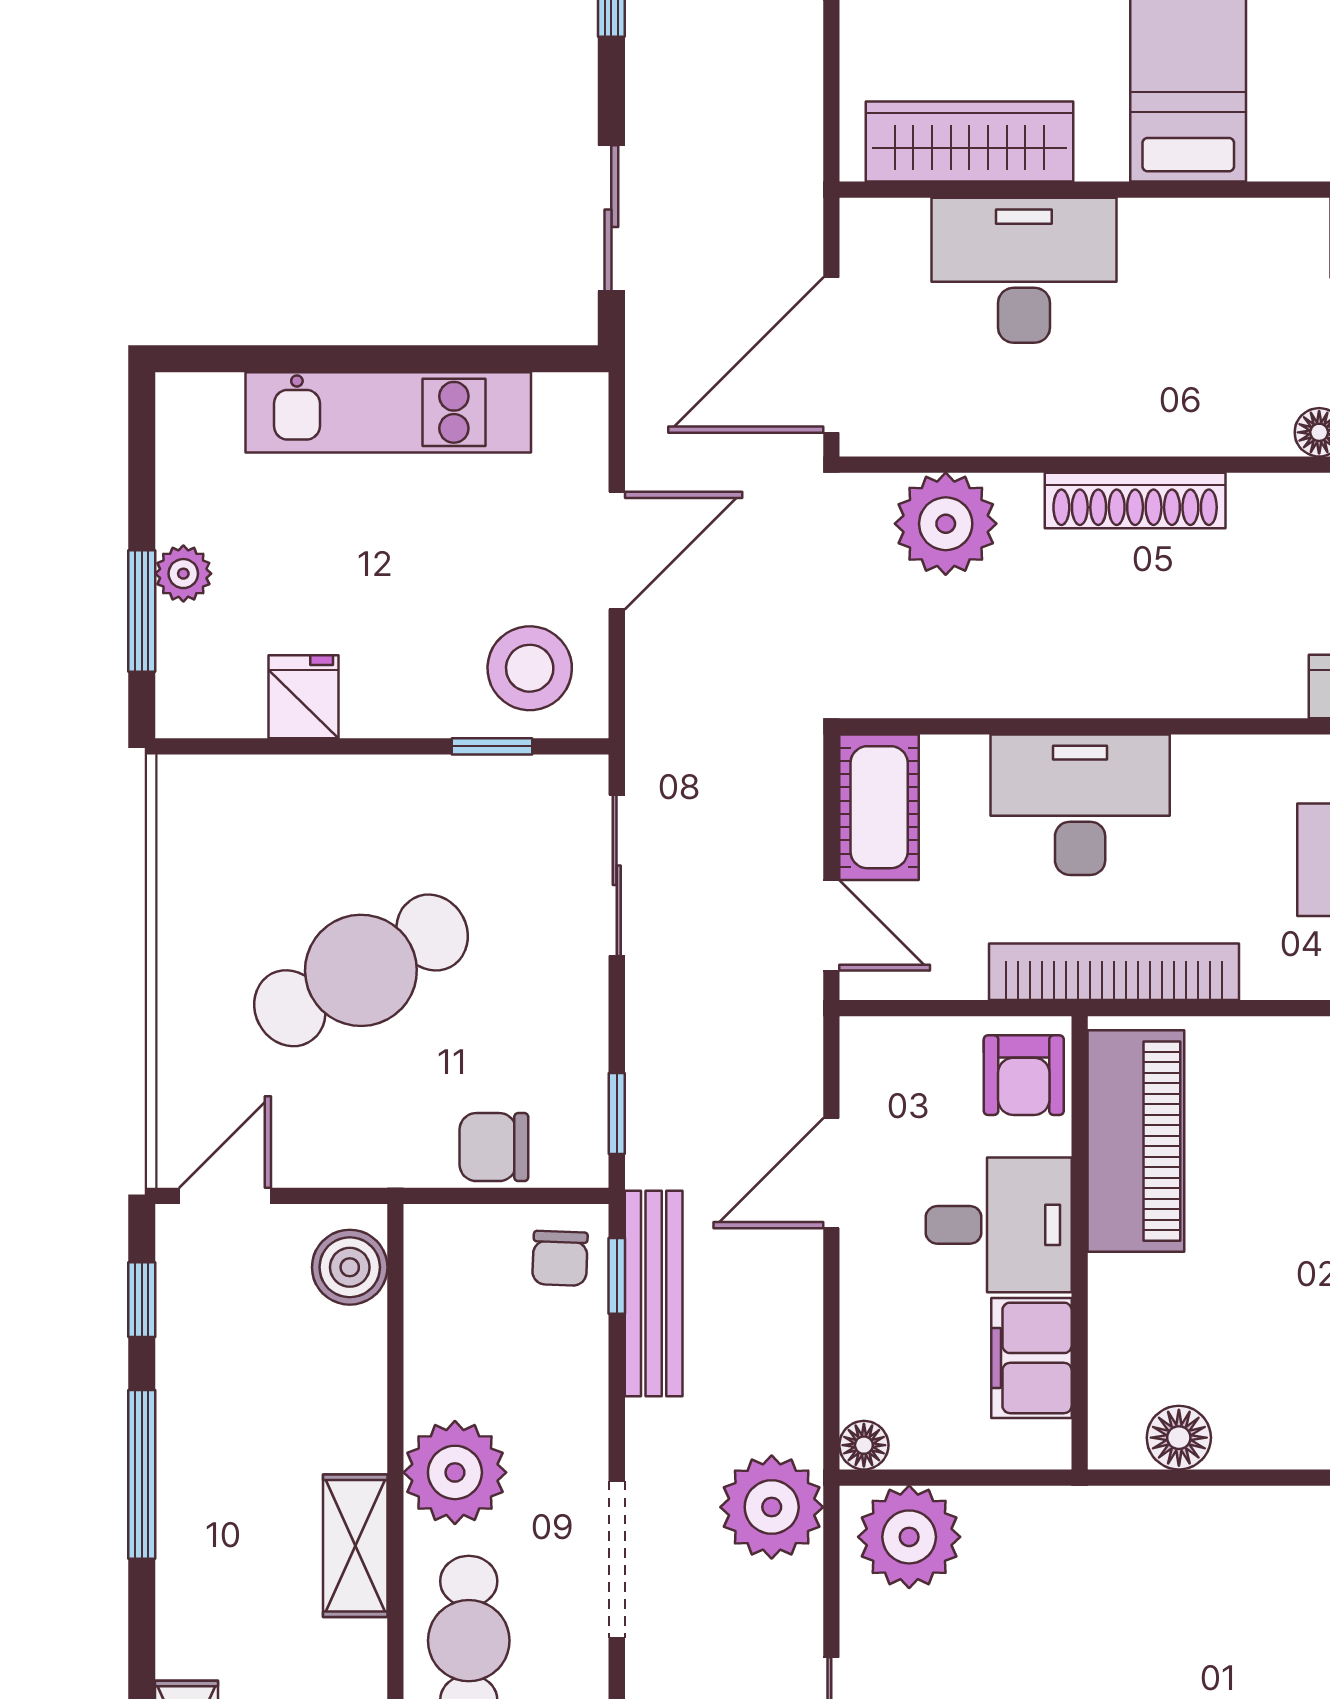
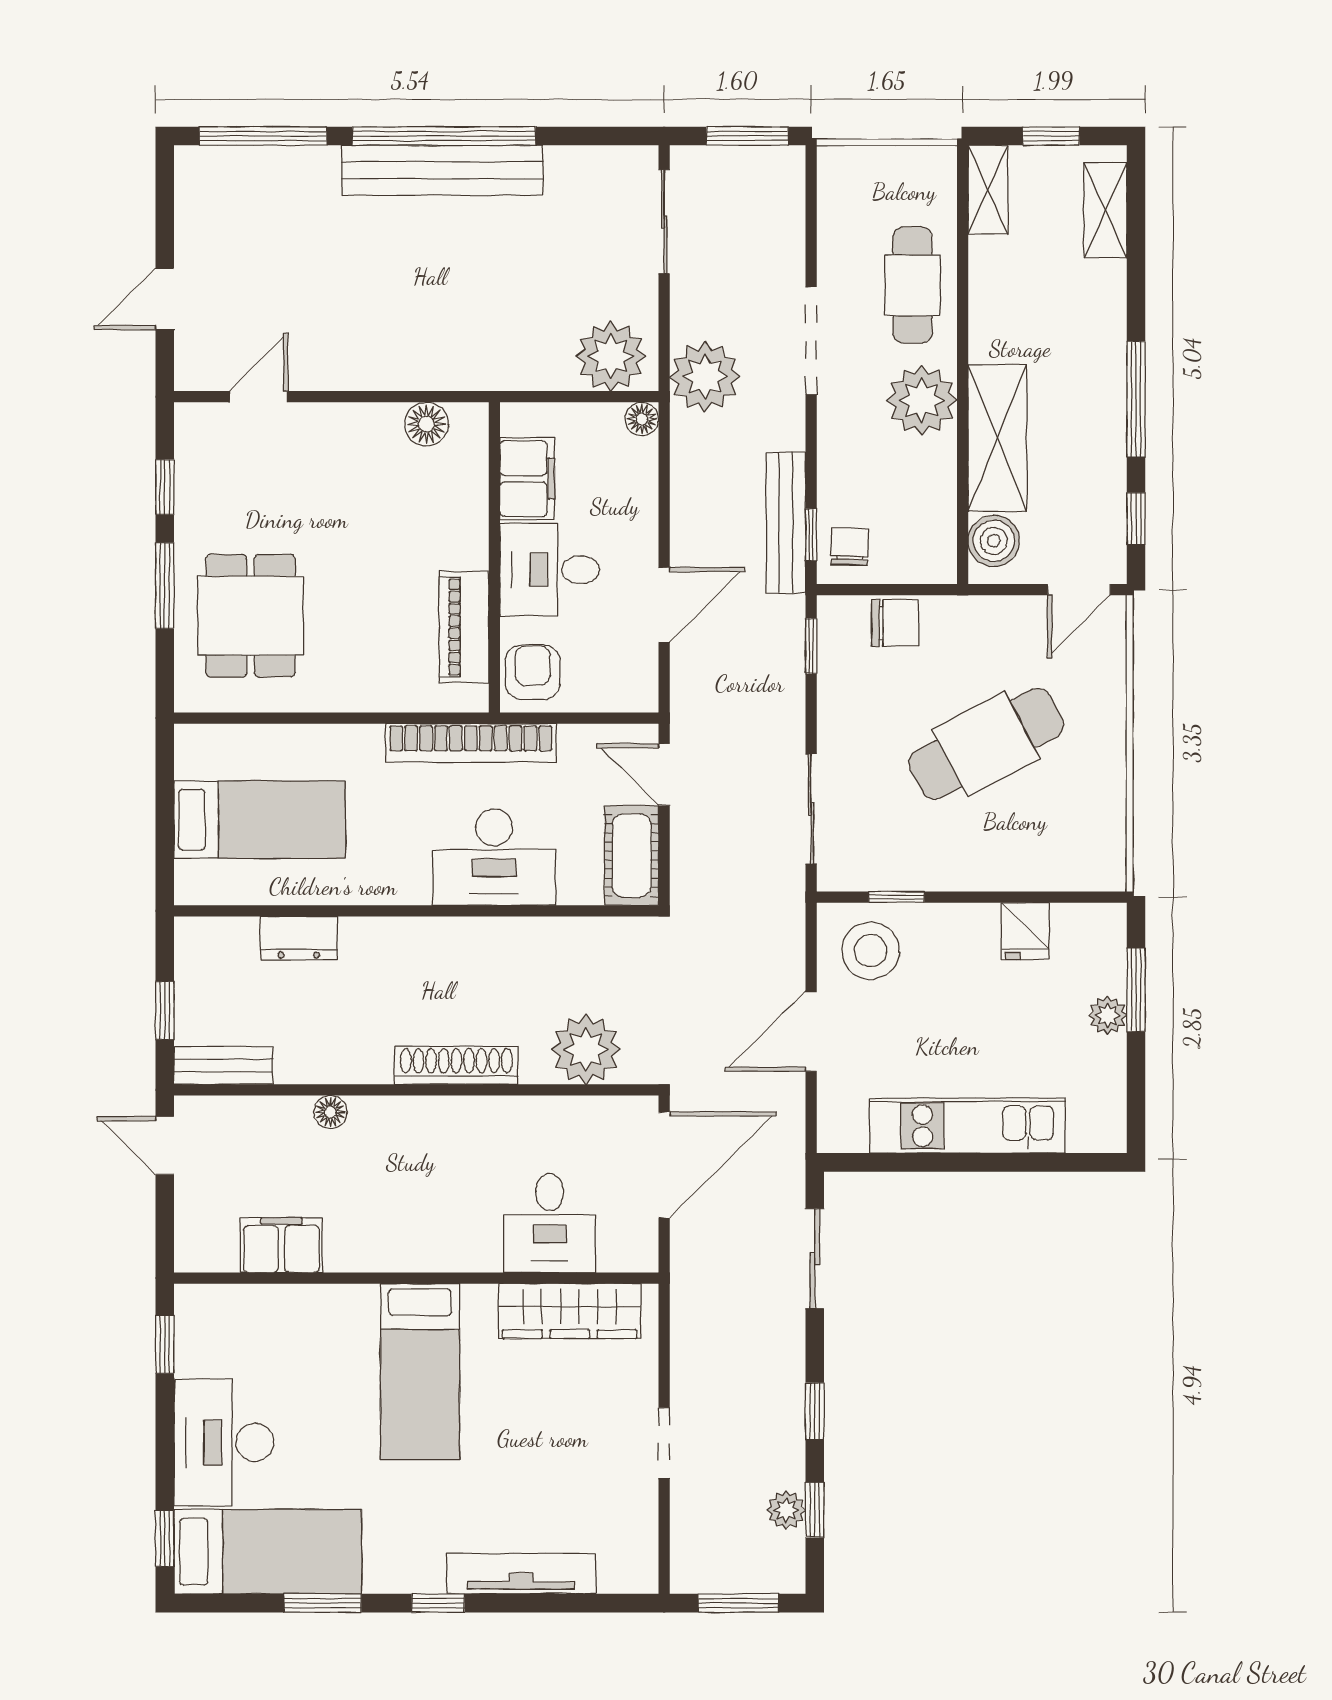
desk: (1024, 270) -> (550, 1223), width x0.73
piano: (1136, 1141) -> (464, 627), width x0.73, depth x0.75
shelving: (355, 1546) -> (997, 438), moved, width x1.50, depth x1.33

